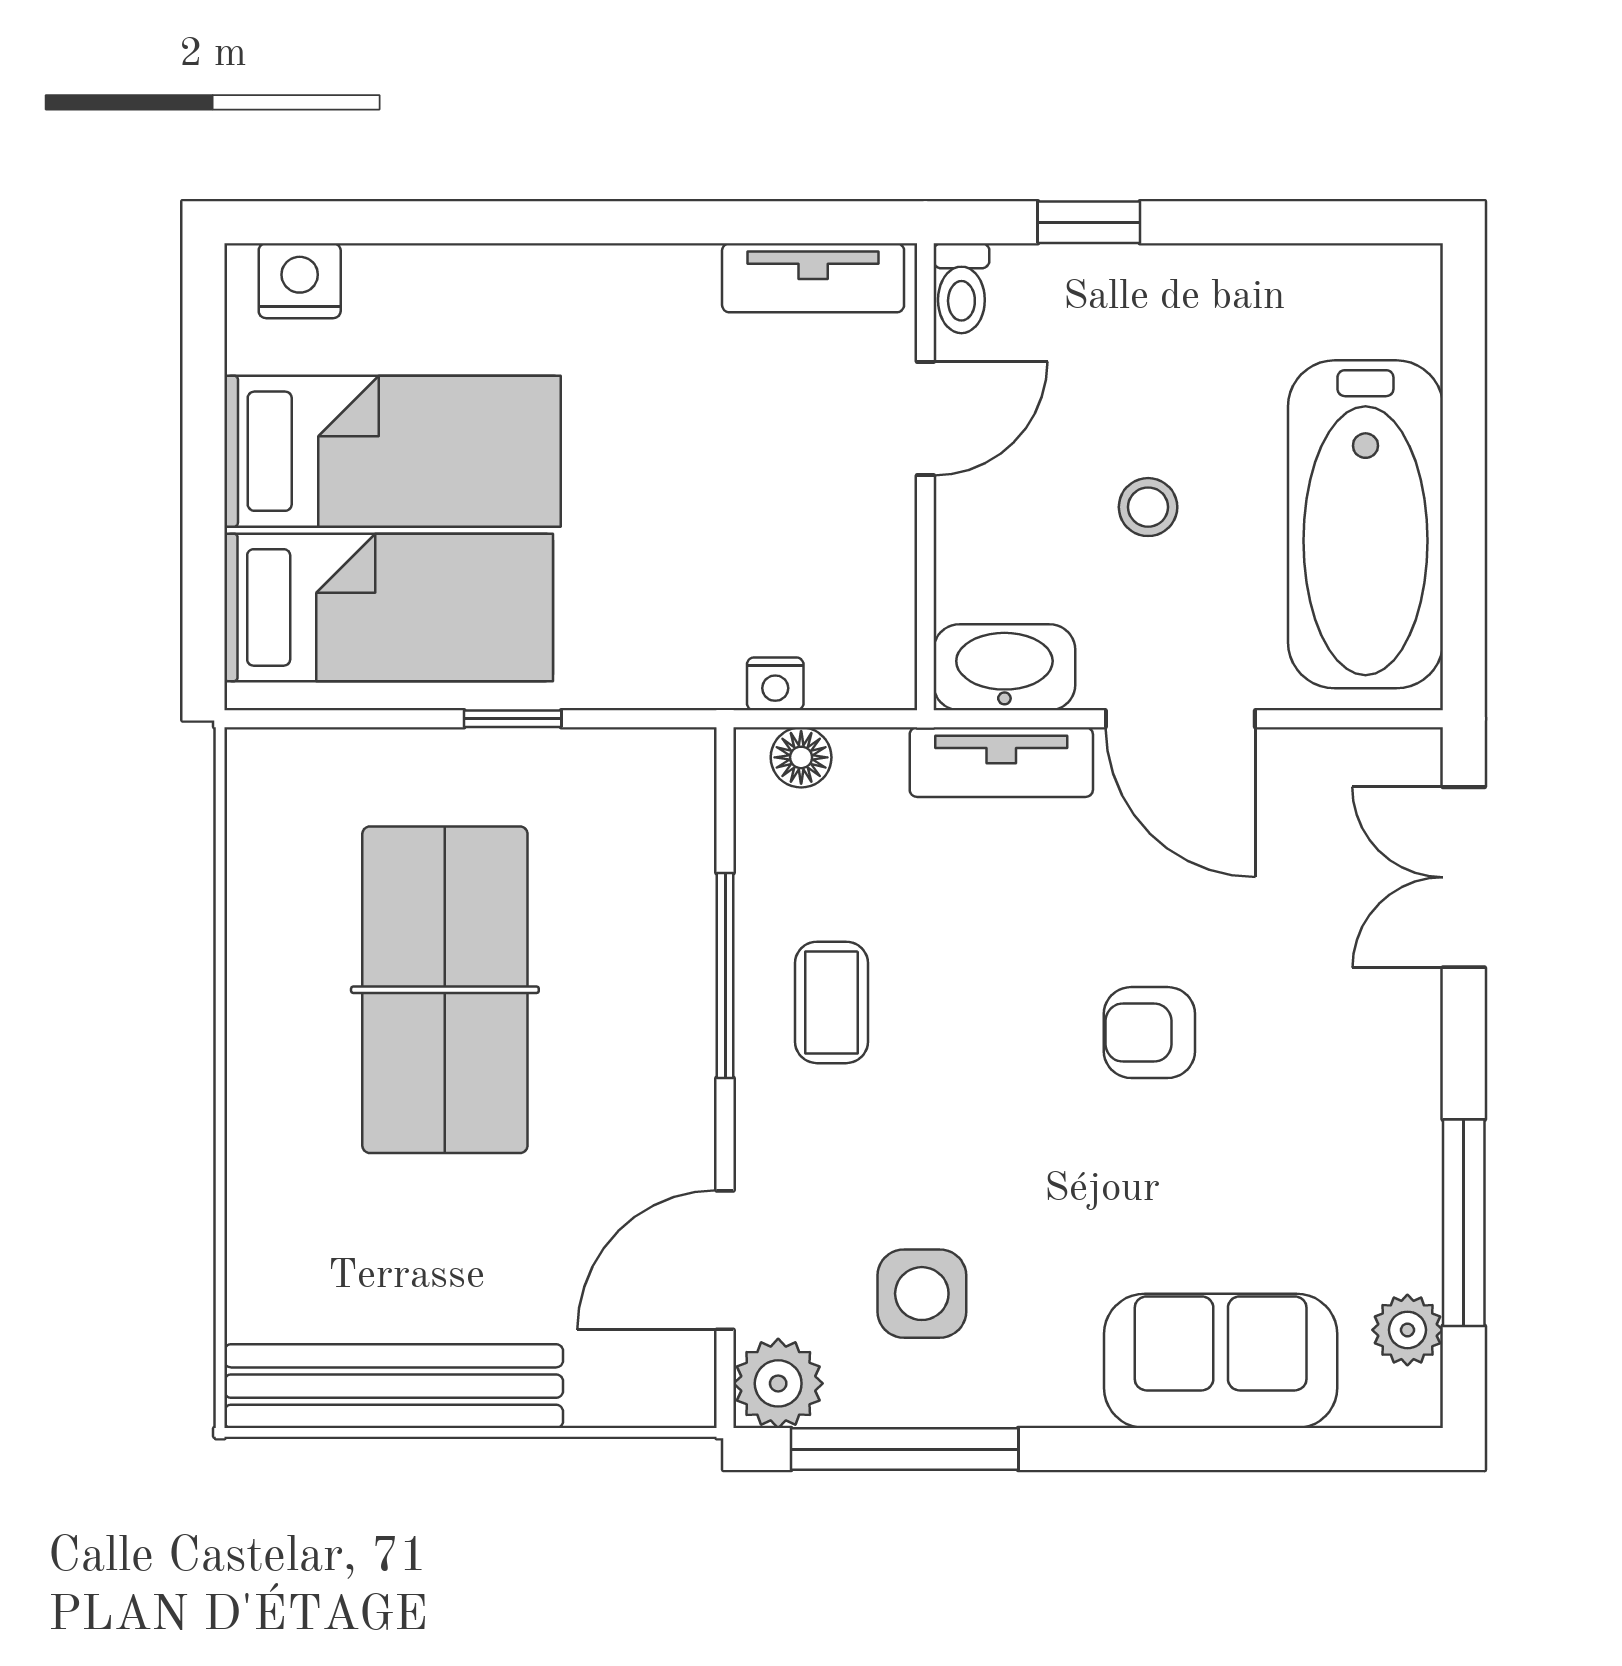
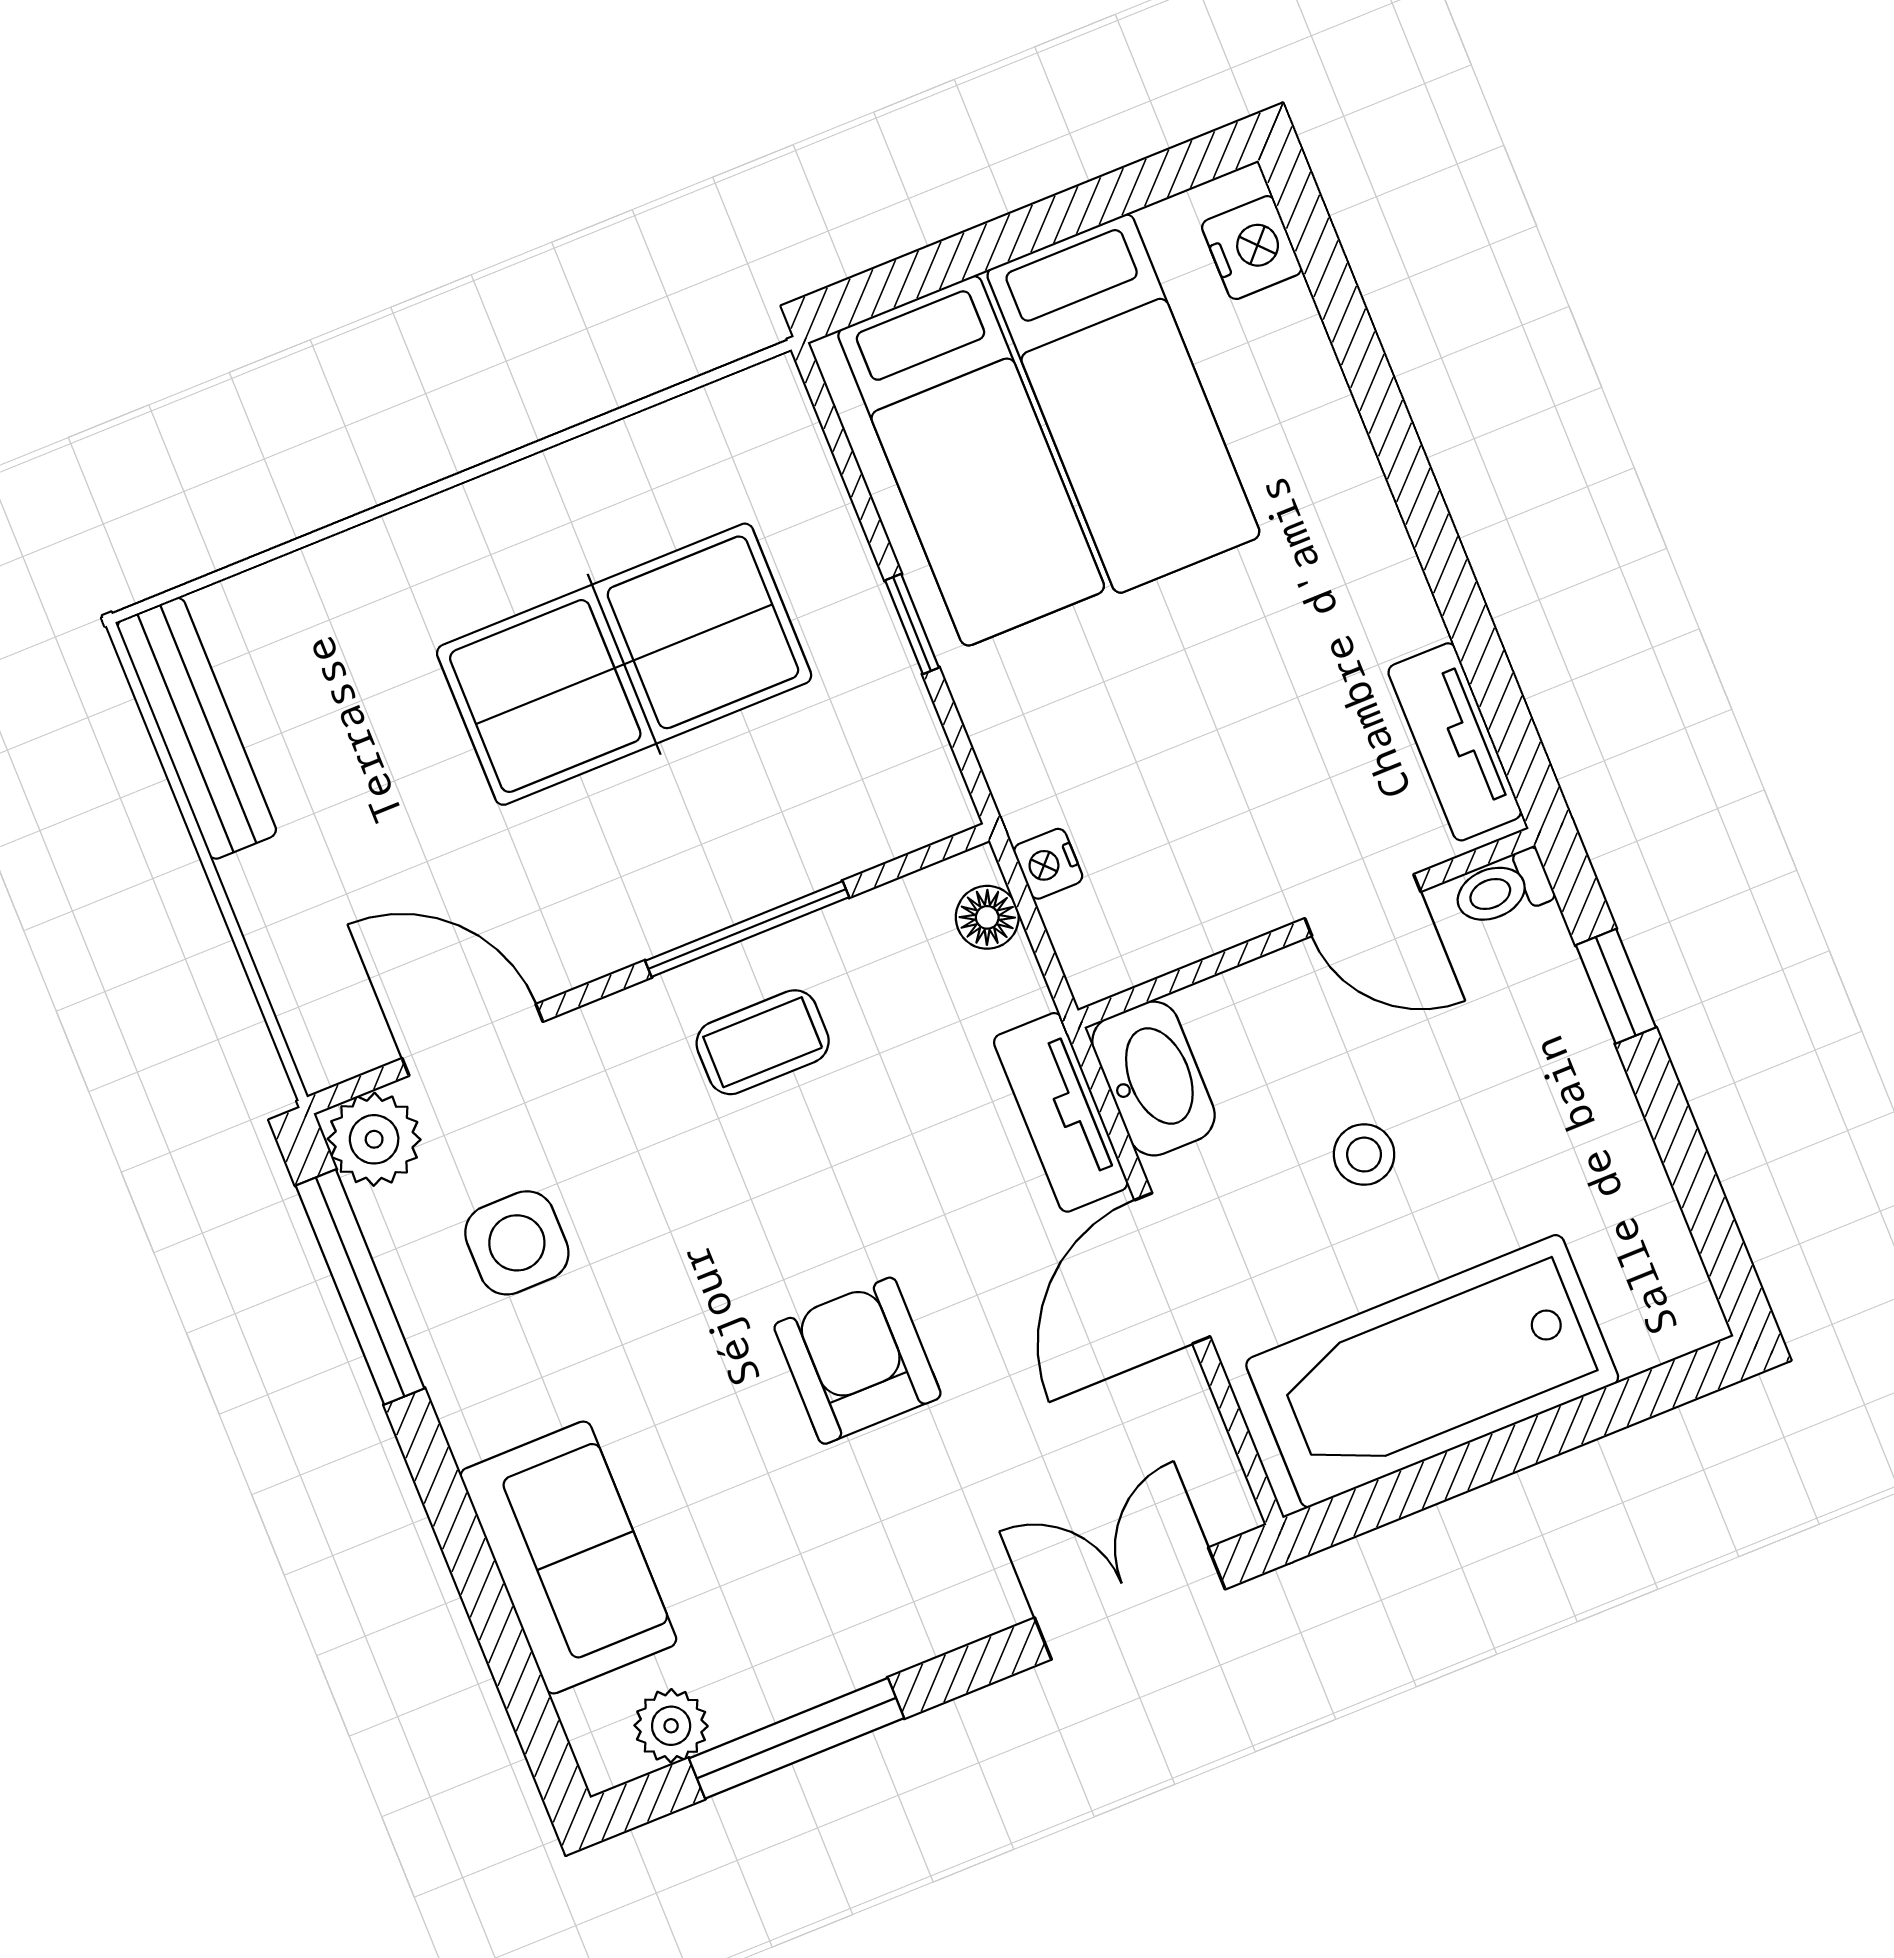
armchair: (1149, 1033) -> (857, 1361), width x1.38, depth x1.38
bench: (394, 1386) -> (197, 728), width x0.73, depth x0.82

